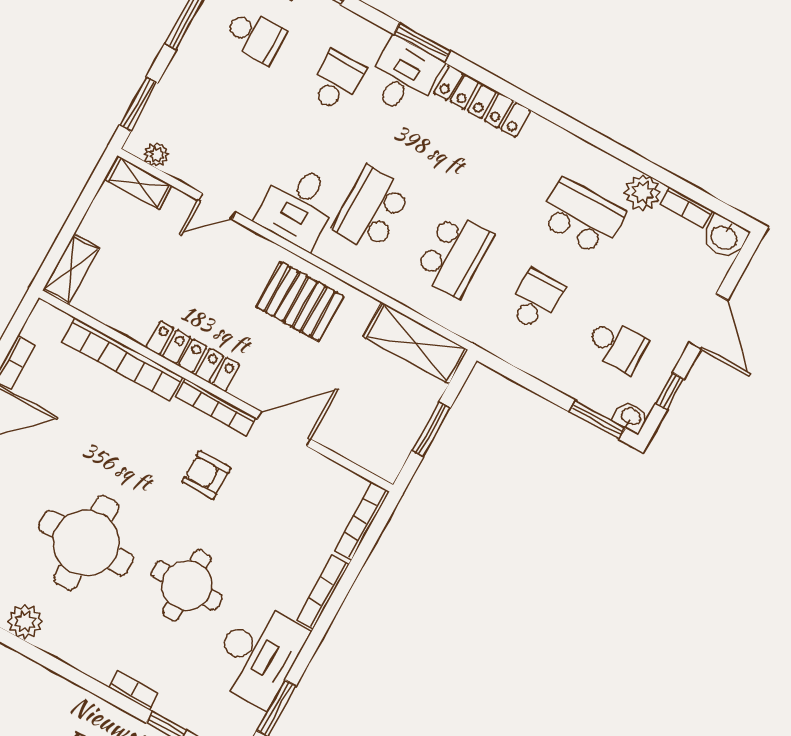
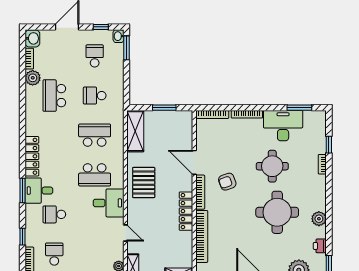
armchair: (206, 475) -> (227, 182), turned 70

